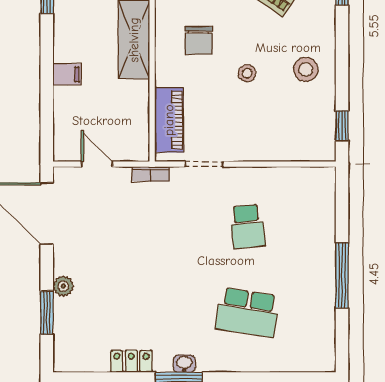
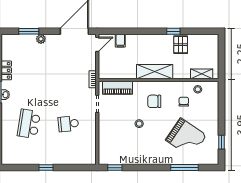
stool: (306, 69) -> (141, 151), removed
filing cabinet: (67, 74) -> (120, 41), moved
door: (97, 164) -> (97, 44), moved
window: (342, 275) -> (46, 168), width x0.46

